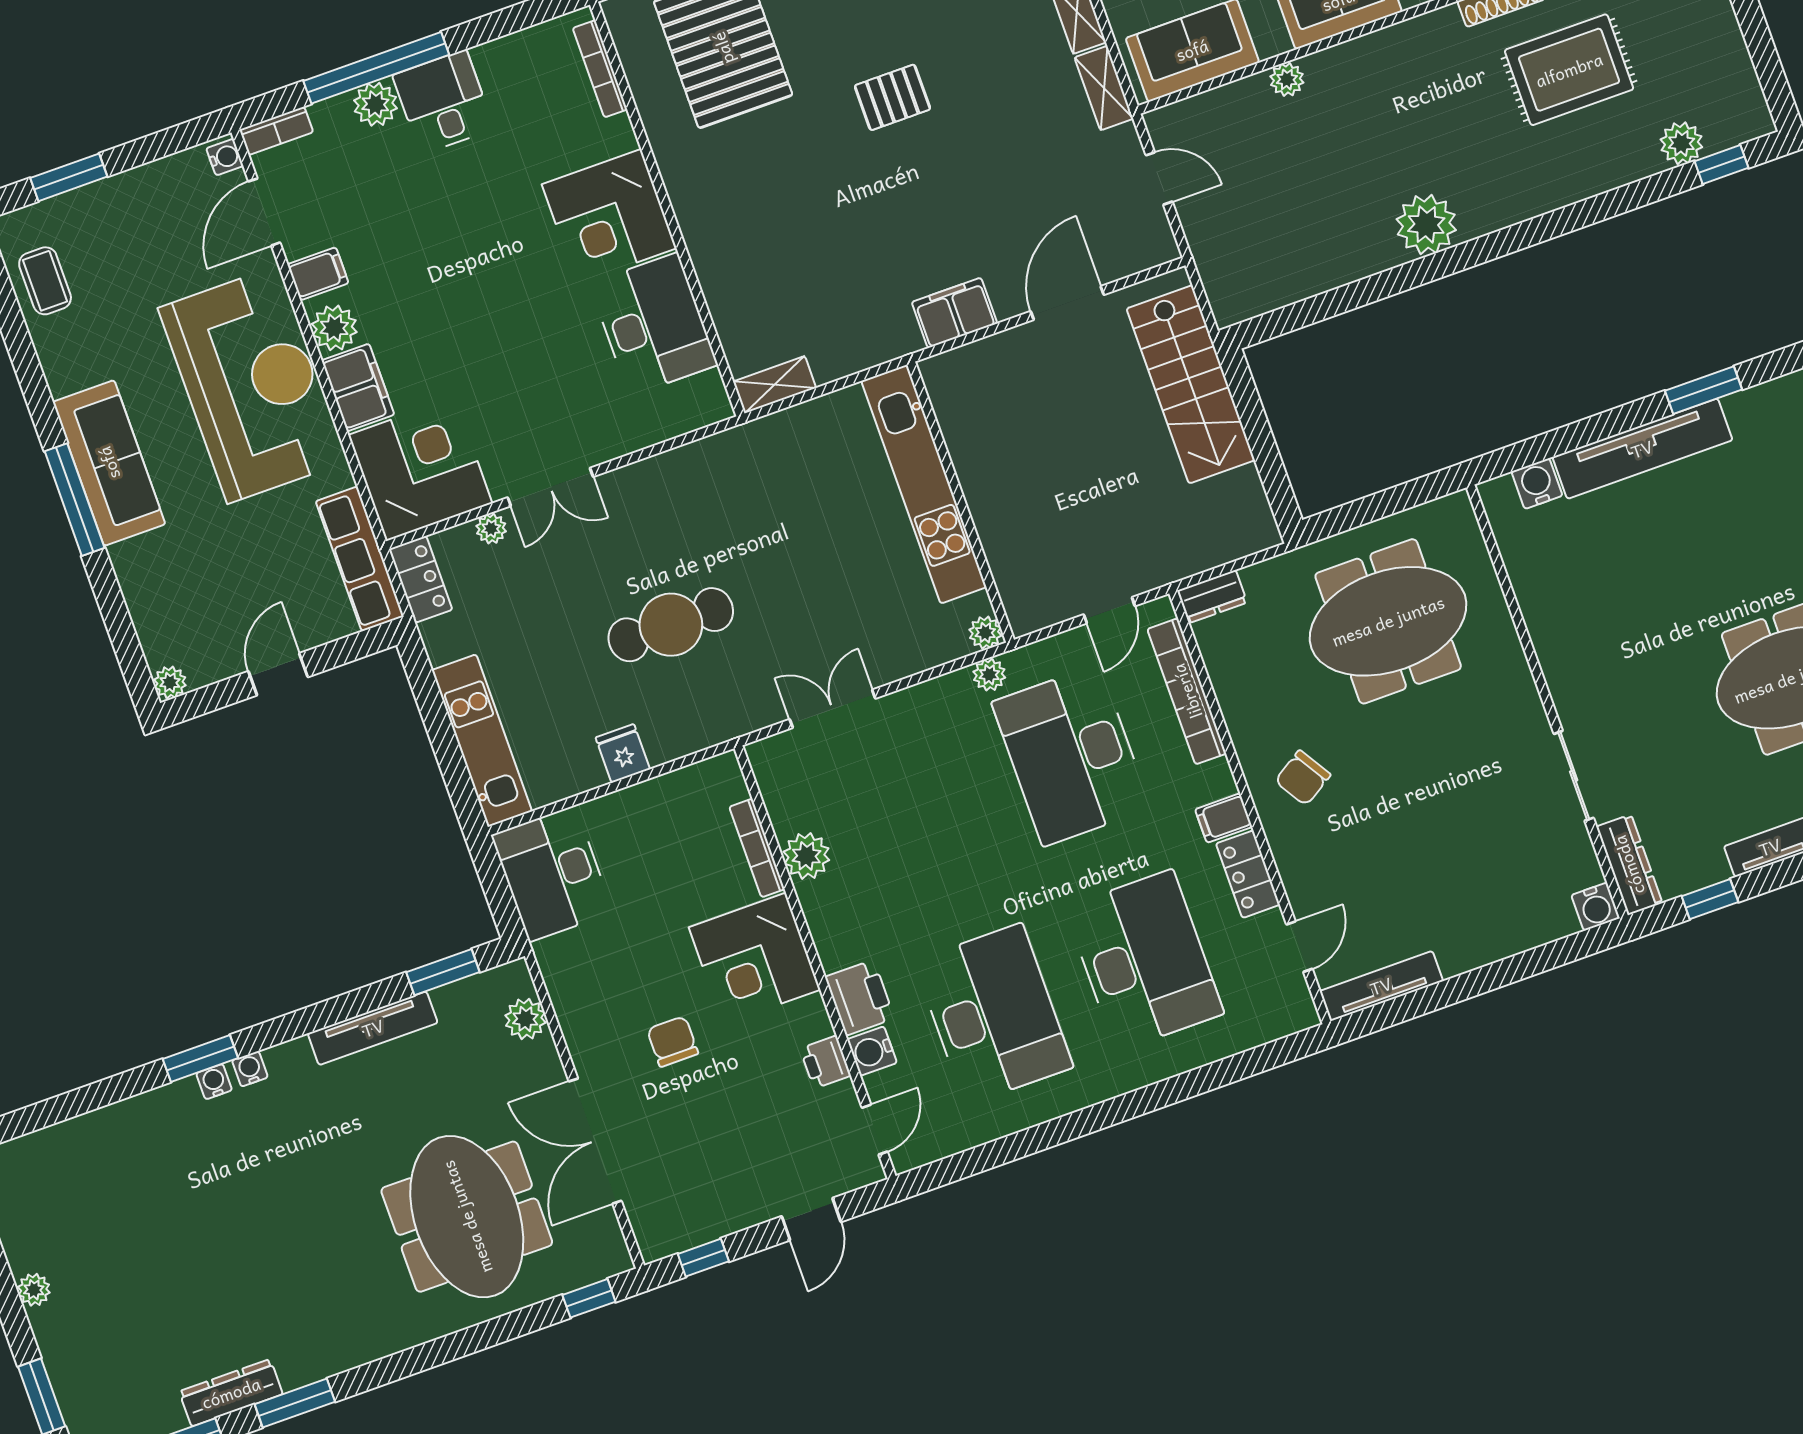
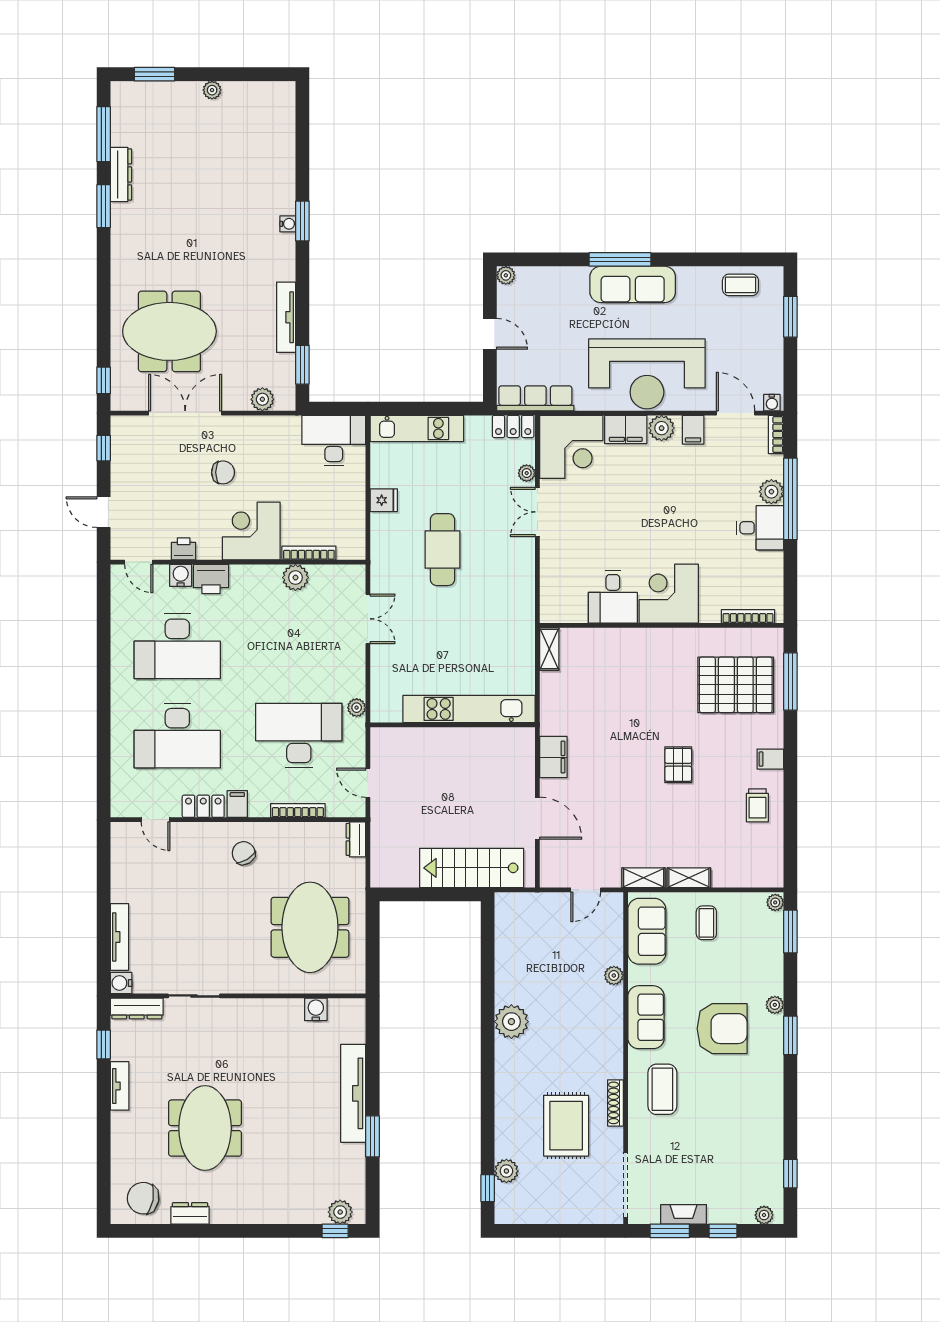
desk: (654, 324) -> (613, 597), width x0.73
water cooler: (1537, 484) -> (316, 1009), moved, turned -90
plant: (985, 633) -> (379, 713), removed
bookcase: (1187, 691) -> (298, 811), width x0.68, depth x0.76
tv unit: (1381, 986) -> (119, 937), moved
water cooler: (250, 1069) -> (288, 245), removed

